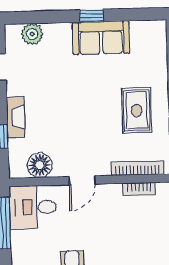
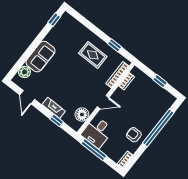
window: (91, 16) -> (54, 20), moved
sofa: (101, 38) -> (41, 57), moved
door: (82, 180) -> (103, 102), hinge flipped

